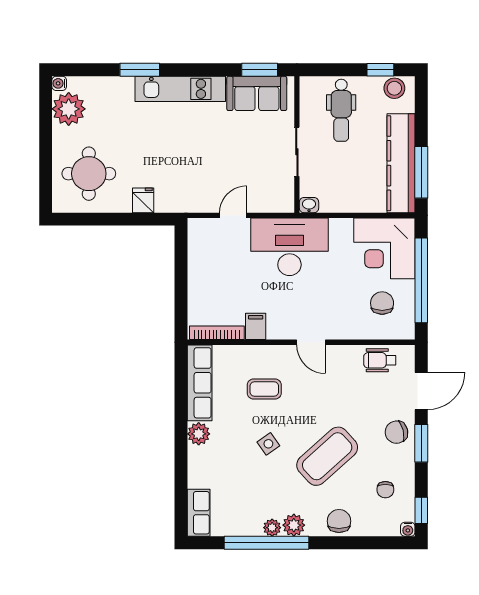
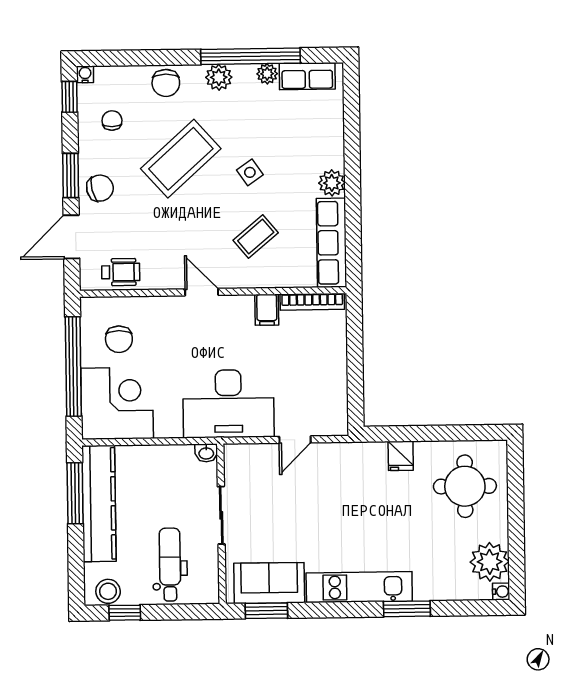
coffee table: (264, 389) -> (256, 237), turned -40
row of seats: (199, 513) -> (307, 76), moved, turned -90
plant: (272, 528) -> (267, 74), moved

